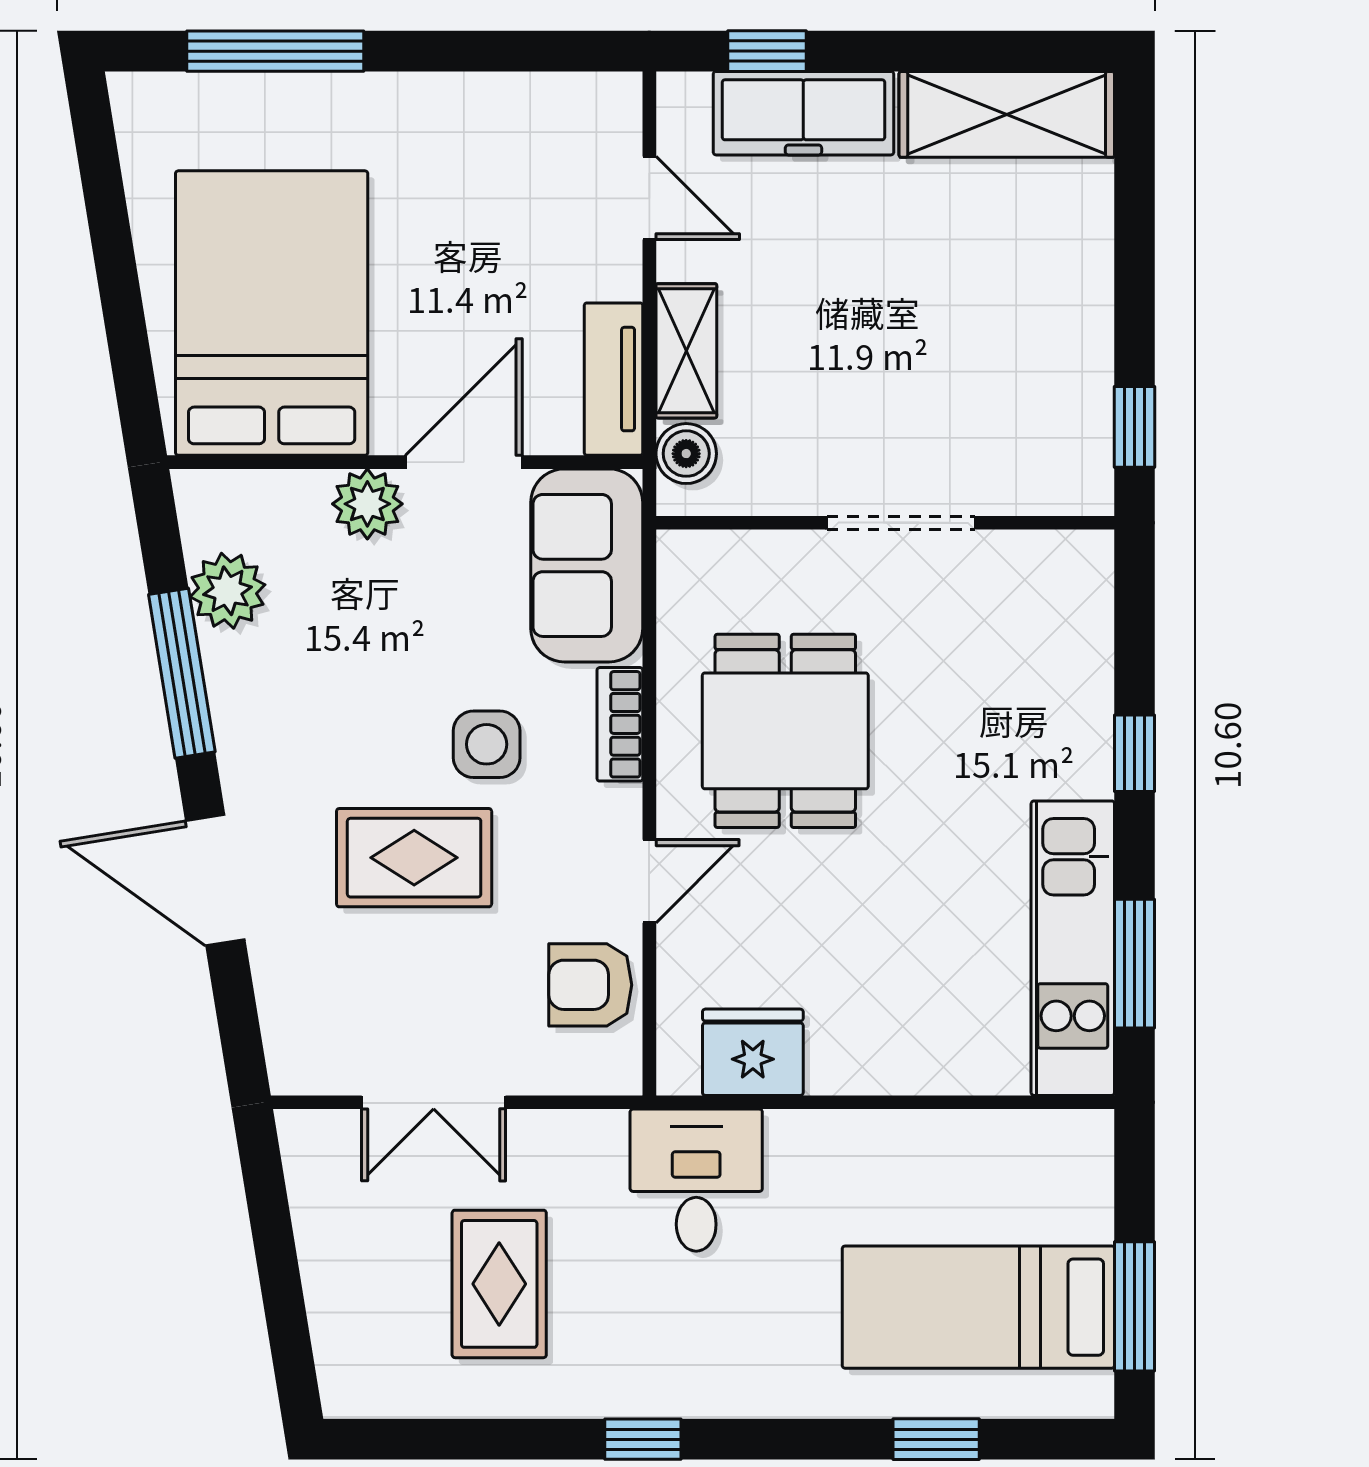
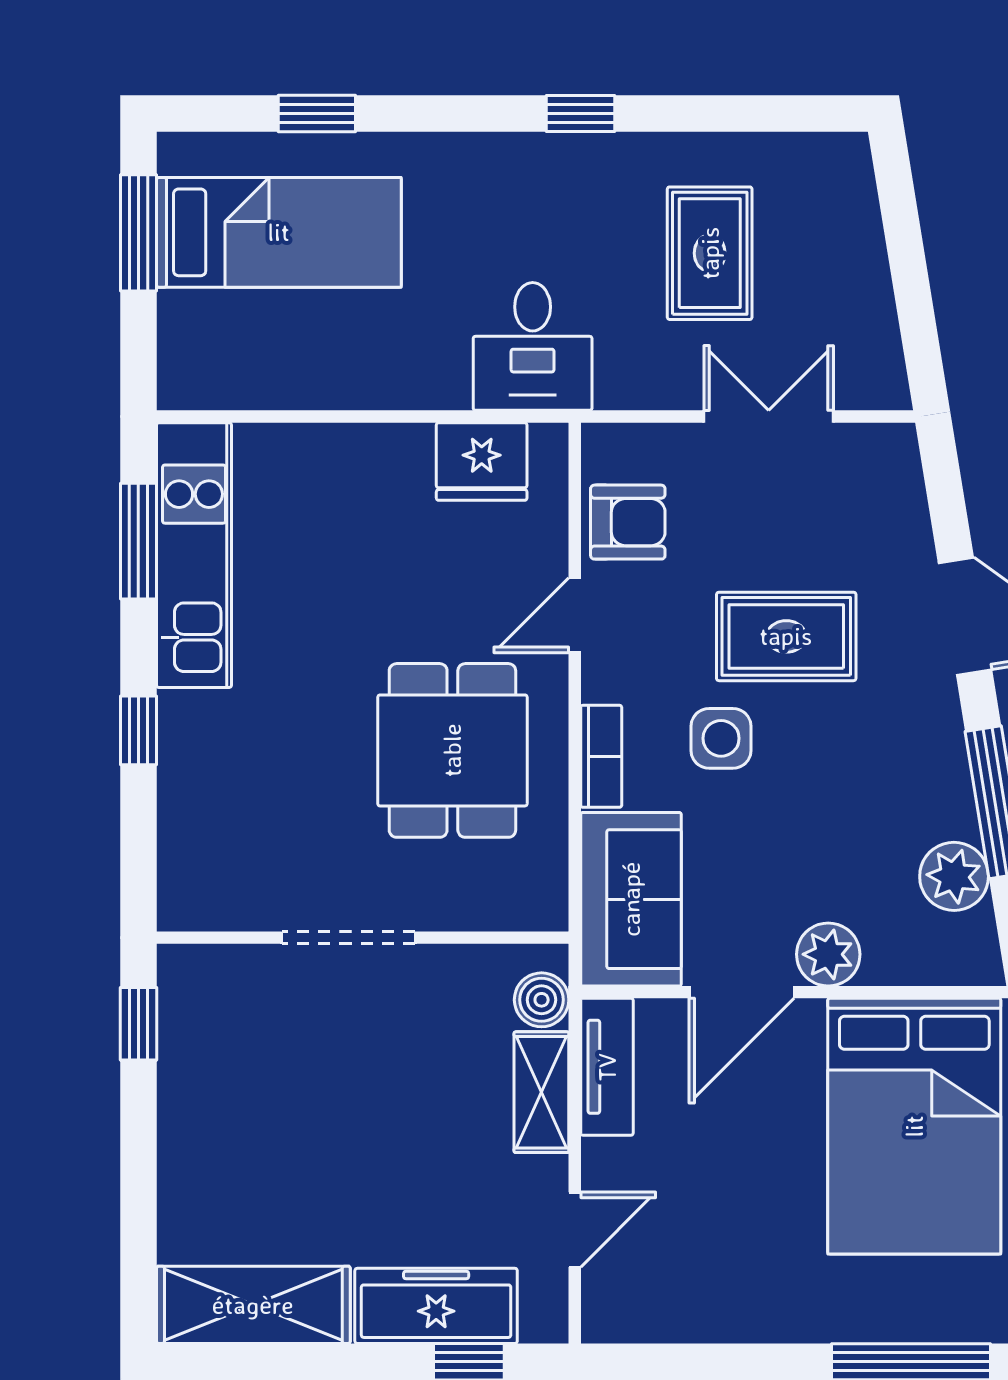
door: (649, 198) -> (575, 1230), swing flipped

